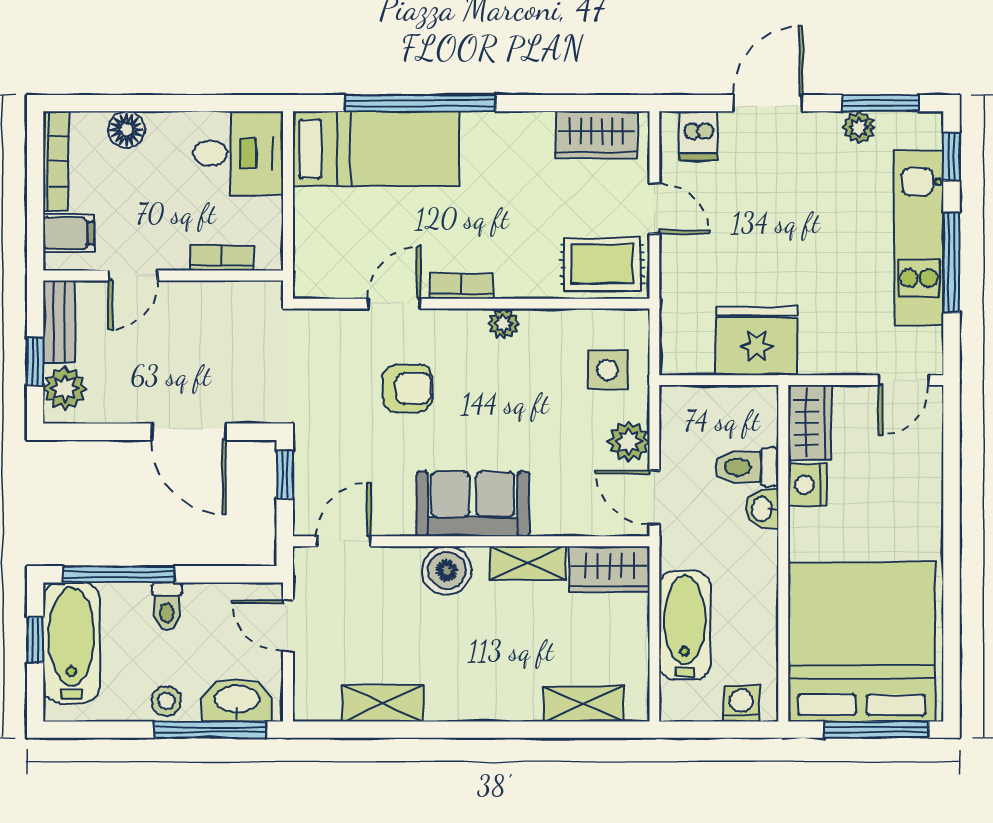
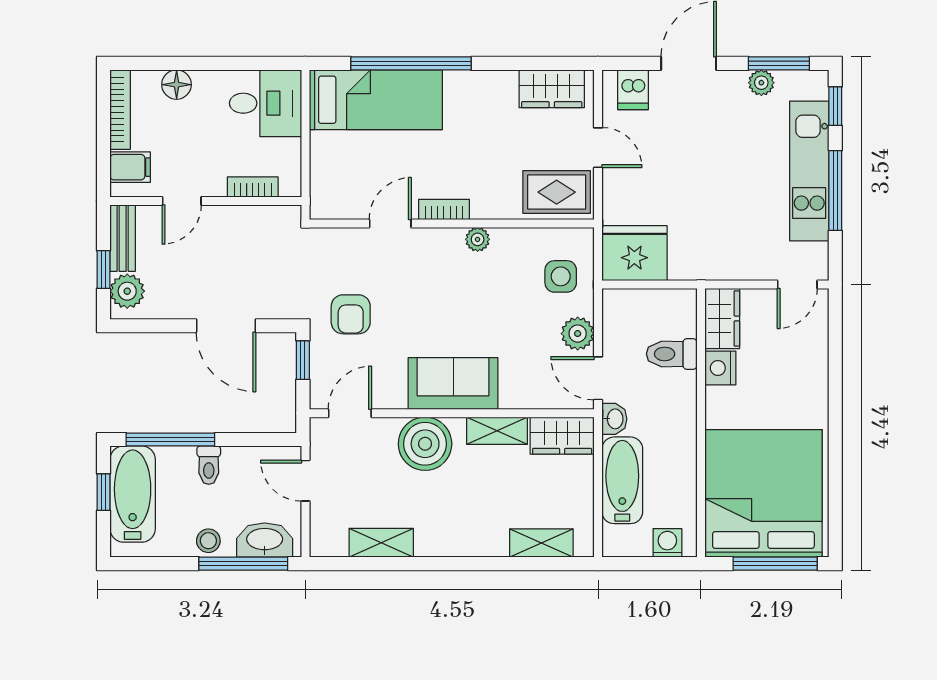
fridge: (757, 341) -> (634, 253), moved
armchair: (408, 388) -> (351, 314), moved, turned 90
washbasin: (763, 509) -> (614, 419), moved, turned 180
boiler: (447, 571) -> (425, 444), width x1.37, depth x1.37

